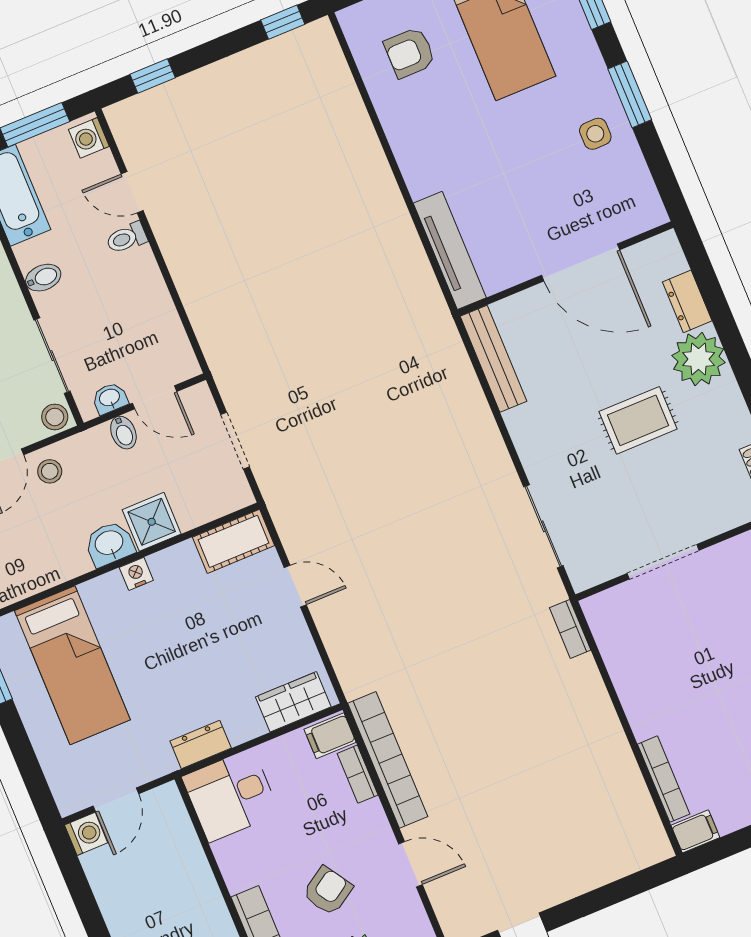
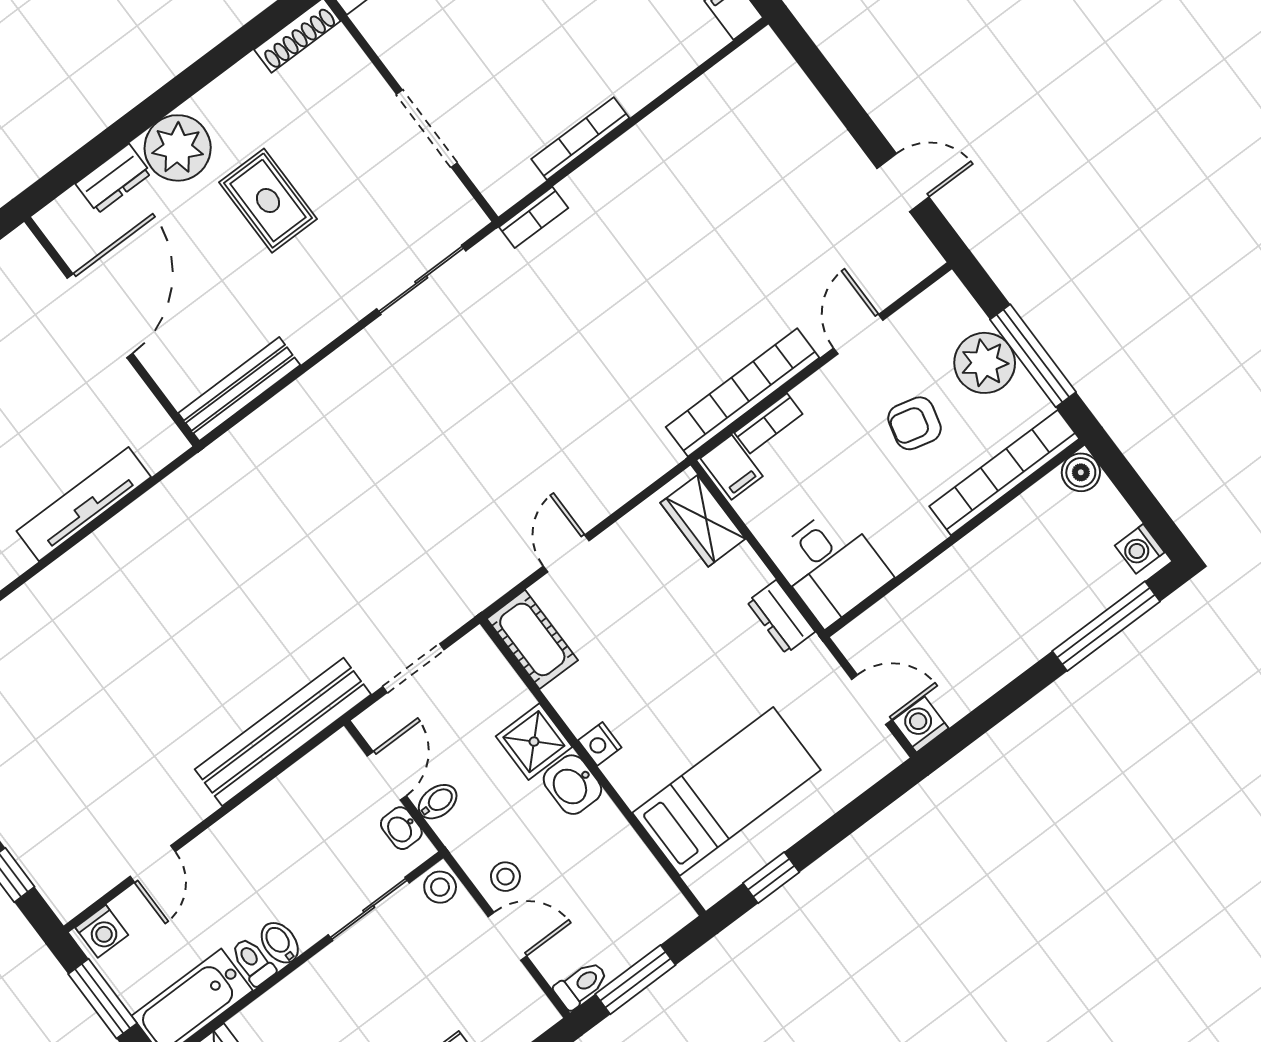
toilet: (127, 238) -> (253, 961), moved, turned 180
tv unit: (450, 250) -> (84, 504), moved
bench: (211, 323) -> (283, 732), added
bookcase: (664, 779) -> (580, 139), moved
armchair: (328, 891) -> (915, 423), turned -43

